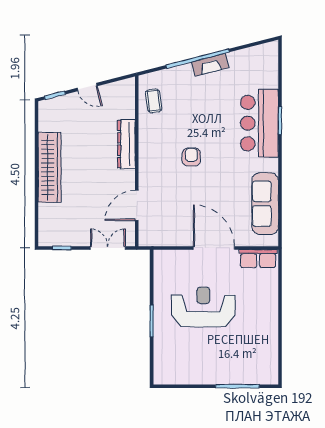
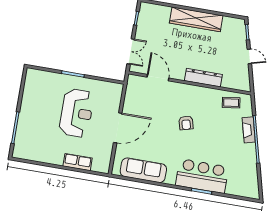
fireplace: (210, 65) -> (249, 130), moved
door: (87, 87) -> (249, 56), swing flipped
armchair: (191, 157) -> (186, 123), turned 75
row of seats: (258, 259) -> (78, 162), moved, turned 90

